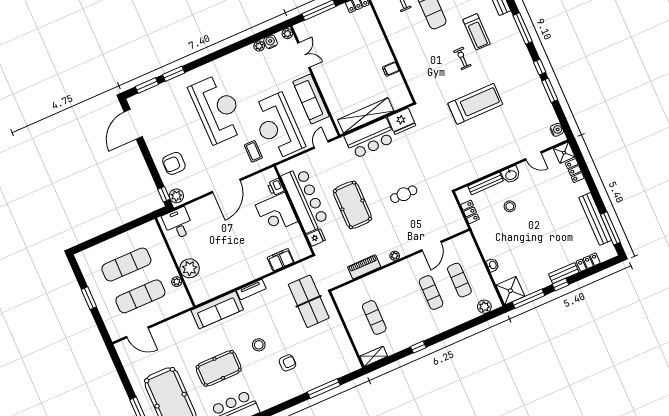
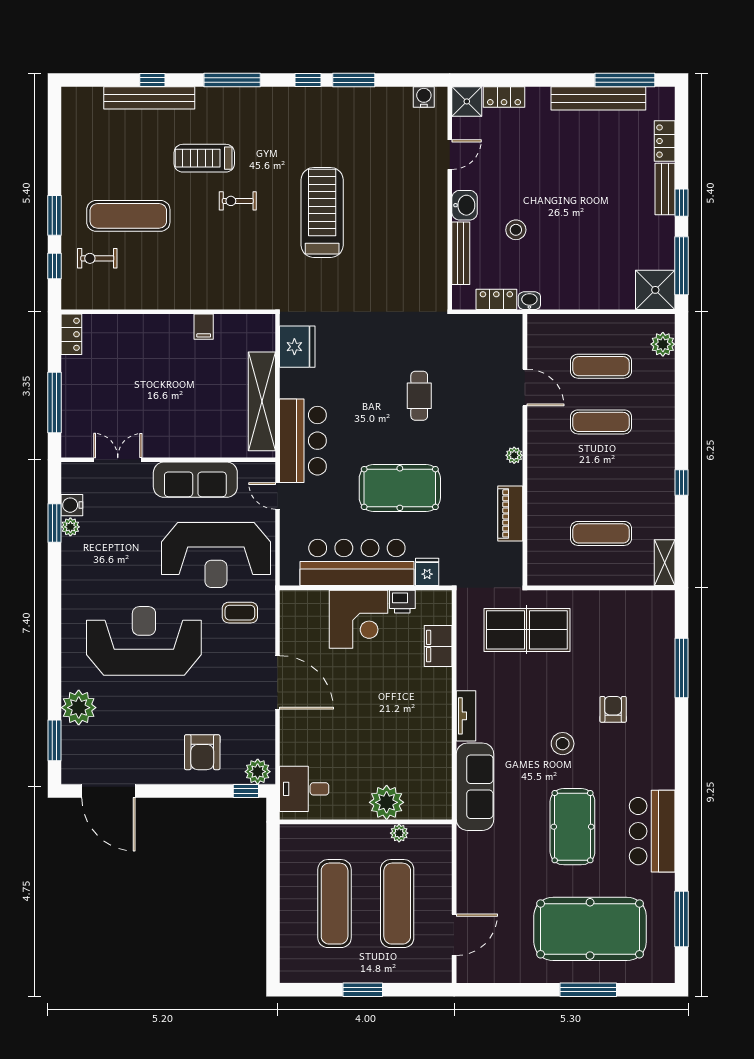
treadmill: (477, 32) -> (204, 158), turned 180
plant: (287, 34) -> (79, 708), moved, width x1.87, depth x1.87
window: (174, 74) -> (55, 523), moved
bar counter: (370, 138) -> (303, 441), moved
printer: (276, 187) -> (402, 602), moved
washbasin: (493, 265) -> (529, 301), moved

